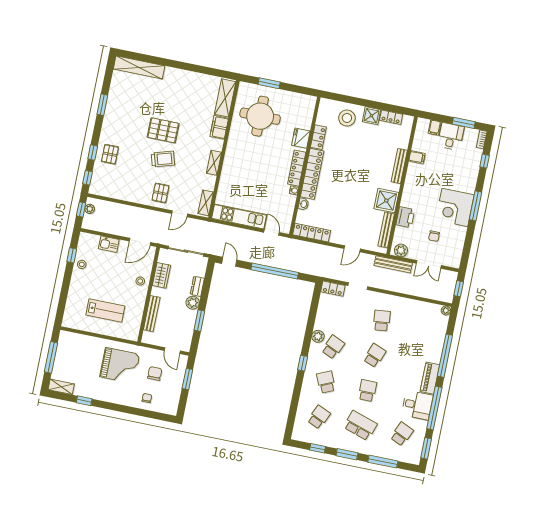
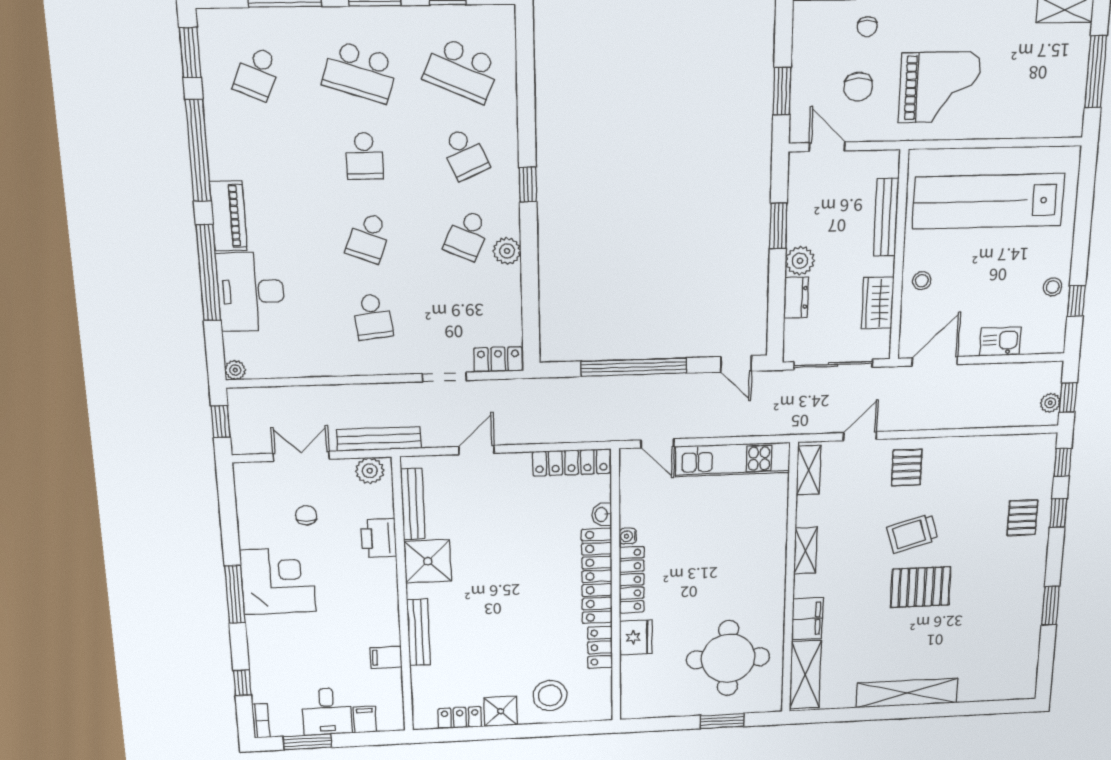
shelving: (139, 67) -> (907, 693), moved
lab bench: (105, 310) -> (989, 201), width x1.86, depth x1.39
grand piano: (120, 366) -> (940, 87), turned 180
desk: (417, 405) -> (251, 292), moved, width x1.37
school desk: (319, 417) -> (462, 70), width x1.85

